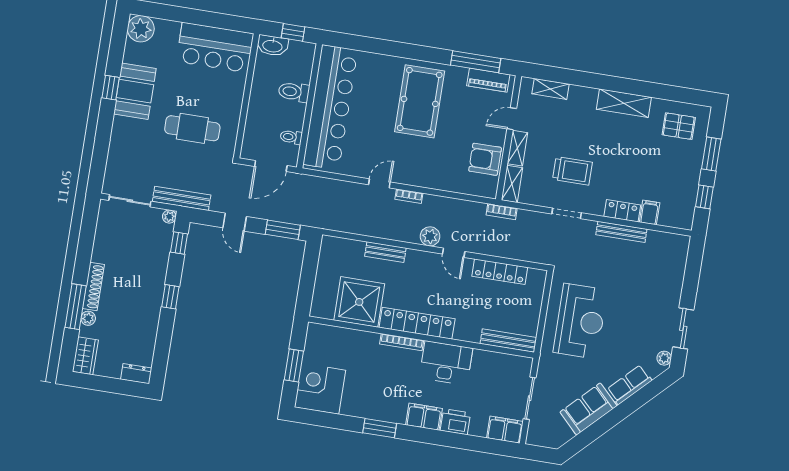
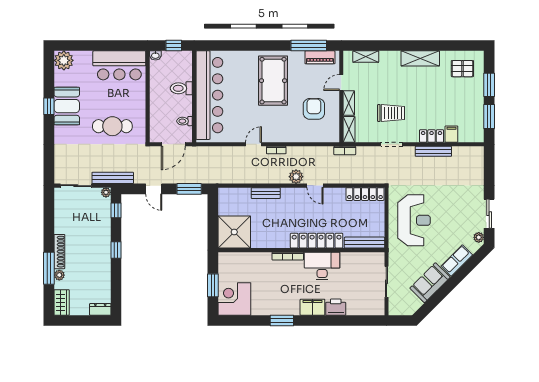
washbasin: (272, 46) -> (155, 55), width x0.52, depth x0.69
armchair: (485, 159) -> (314, 109), moved, turned 90
window: (704, 197) -> (489, 117), width x1.50
locker: (500, 272) -> (365, 194), moved
shower: (359, 302) -> (234, 232), moved
locker: (417, 323) -> (317, 241), moved
filing cabinet: (505, 430) -> (372, 307), removed

